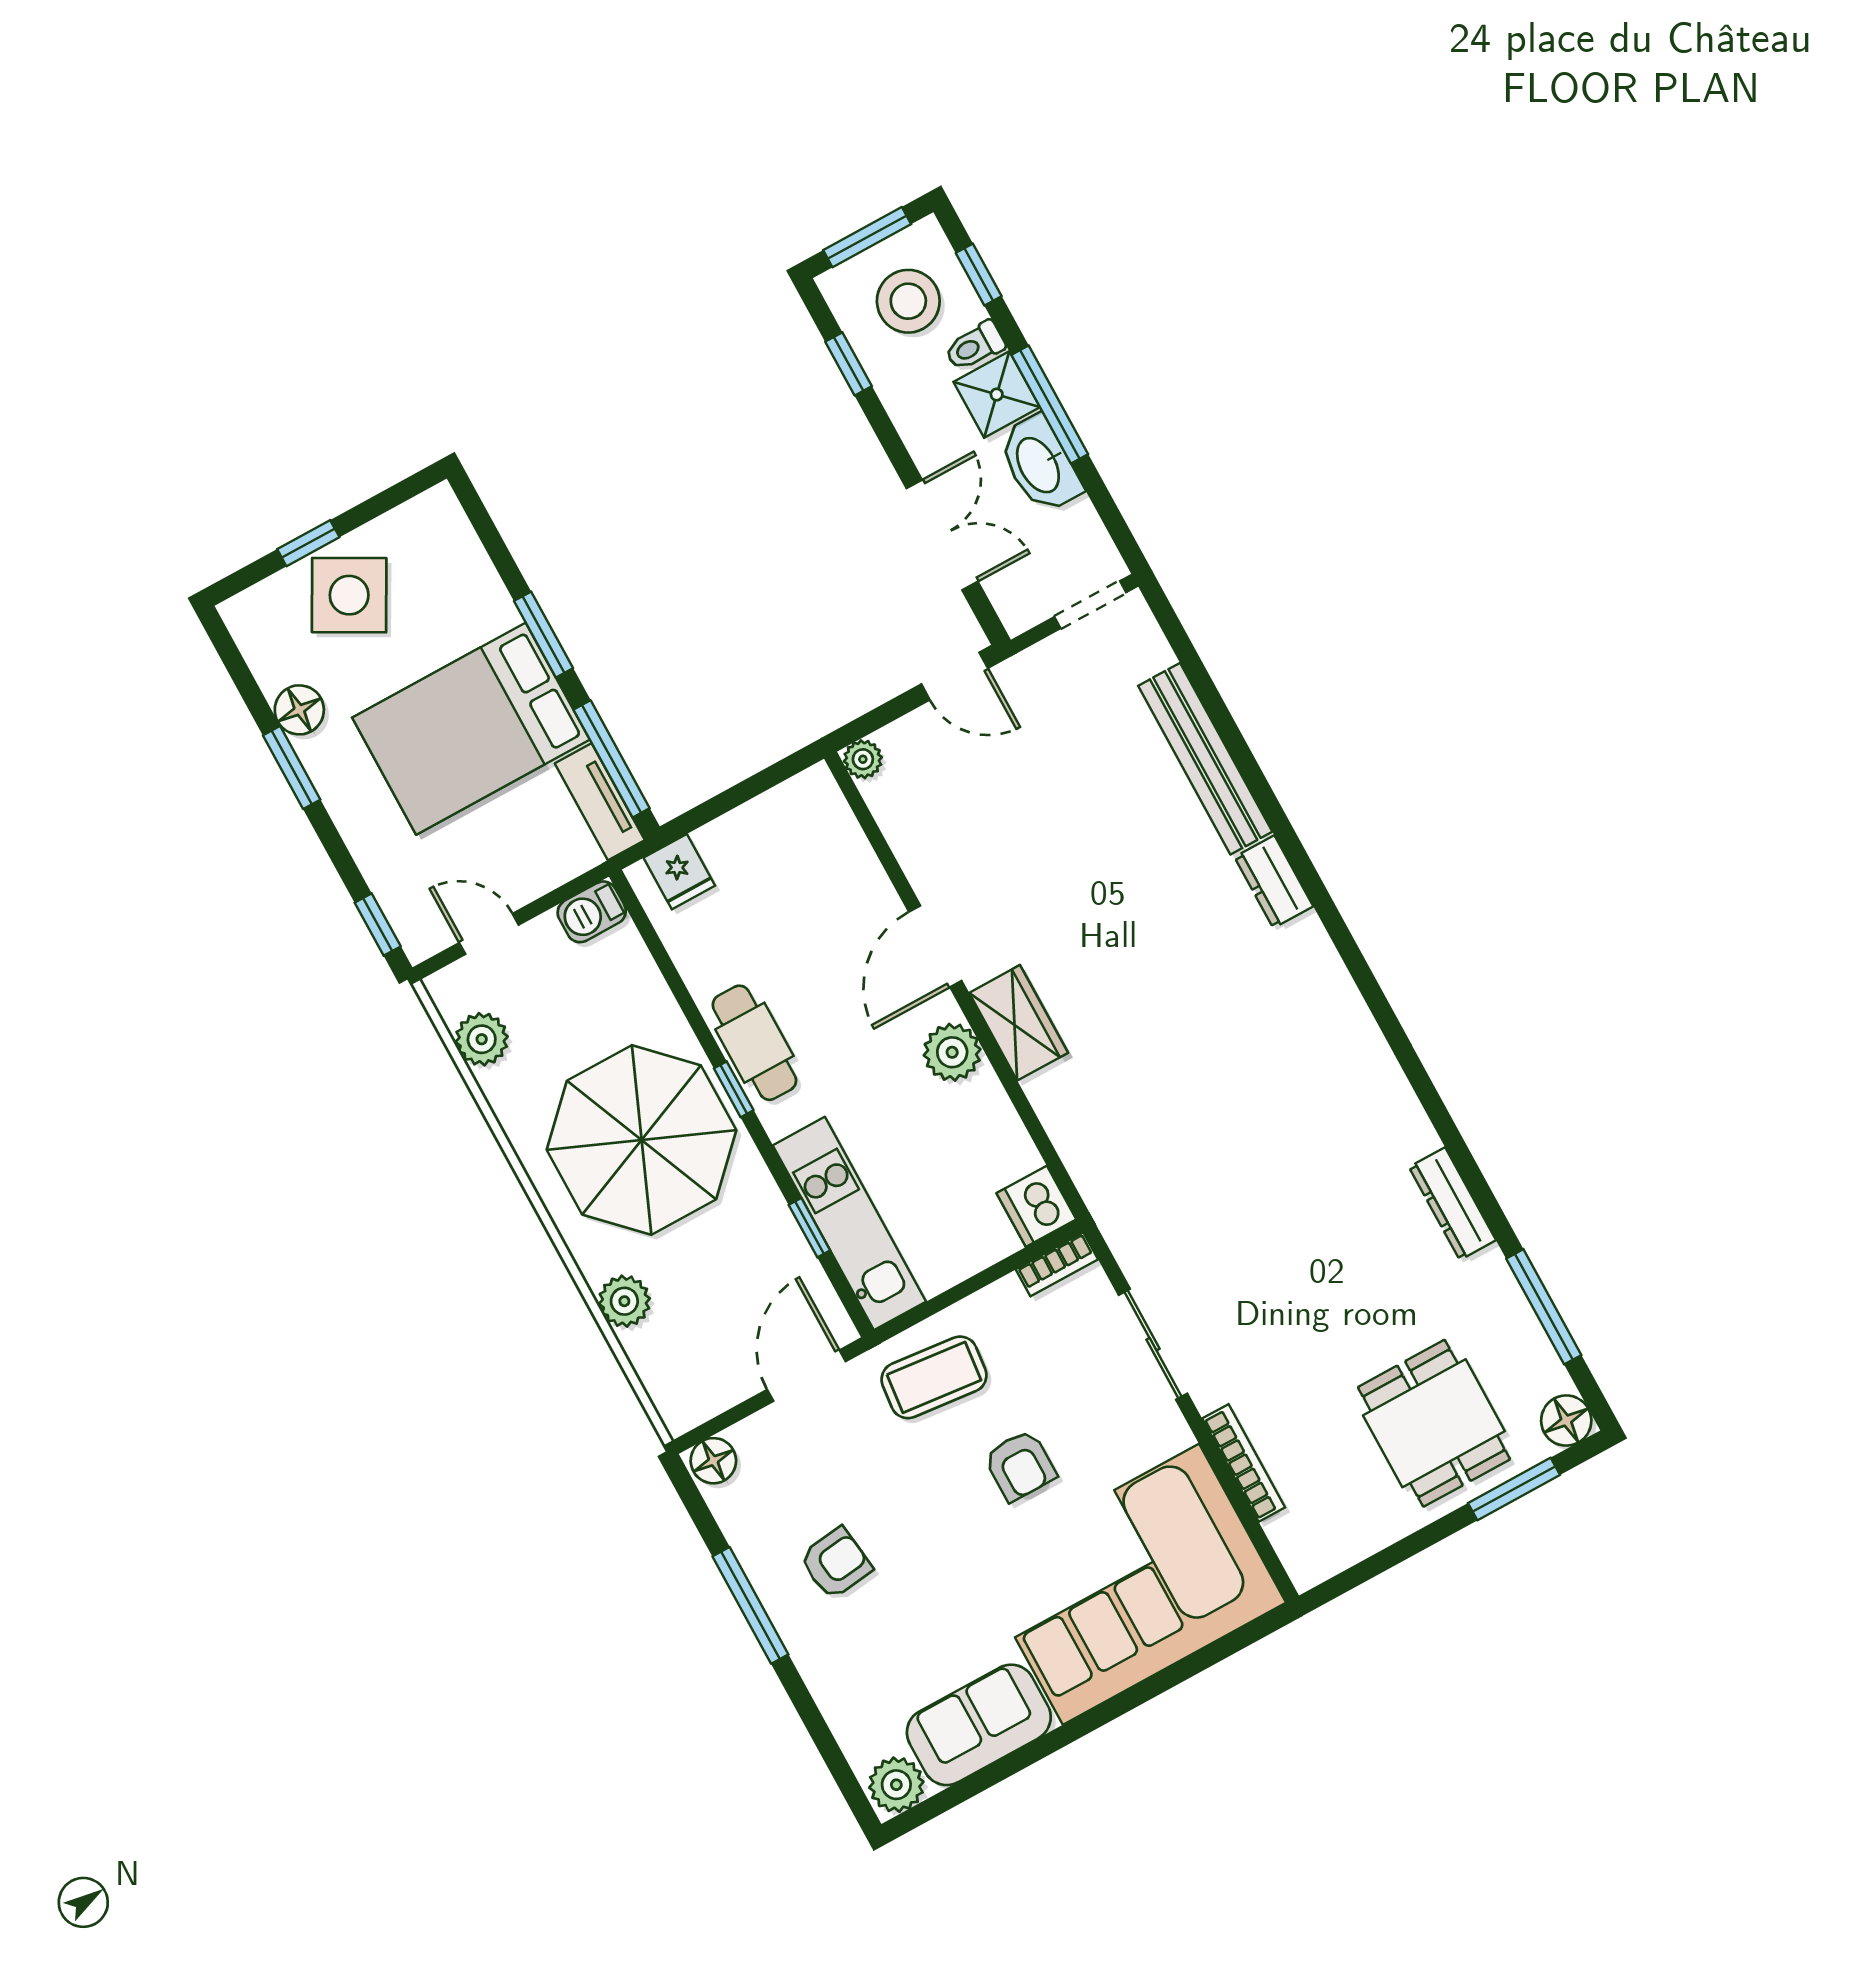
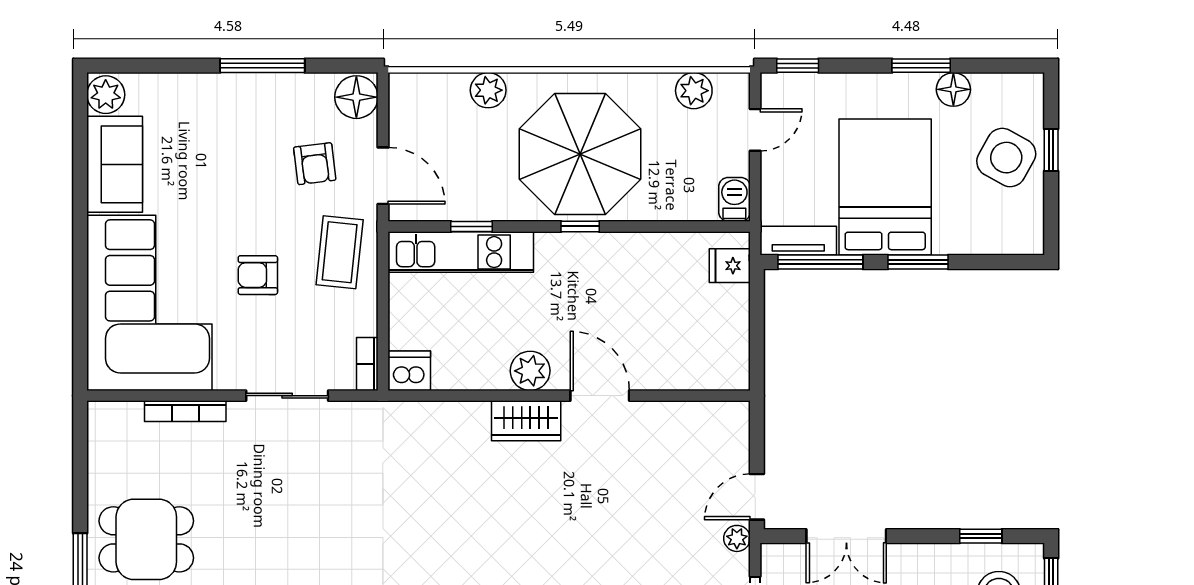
plant: (863, 759) -> (737, 538), moved
cafe table: (754, 1043) -> (601, 254), removed
floor lamp: (713, 1461) -> (356, 97), width x1.38, depth x1.38
armchair: (836, 1563) -> (315, 164), moved

